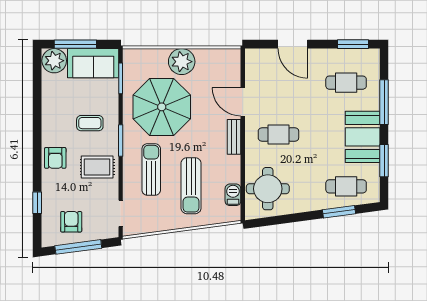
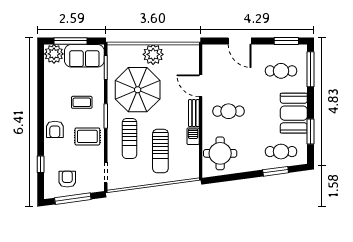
window: (384, 102) -> (311, 69), moved
sun lounger: (151, 170) -> (129, 138), turned 180
barbecue: (233, 195) -> (193, 136), moved

